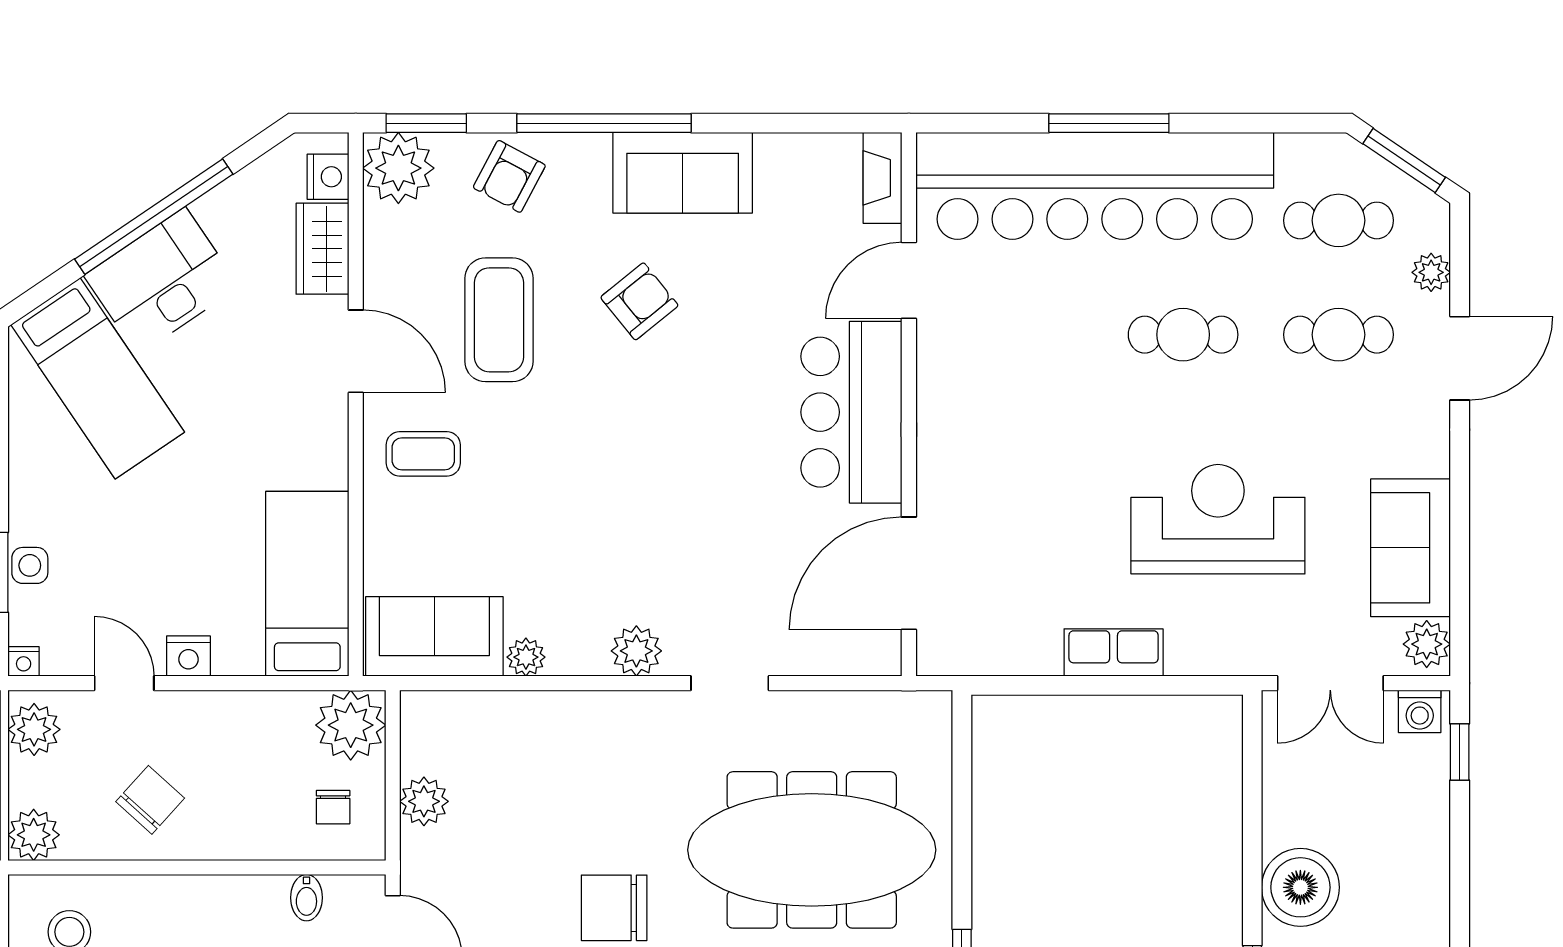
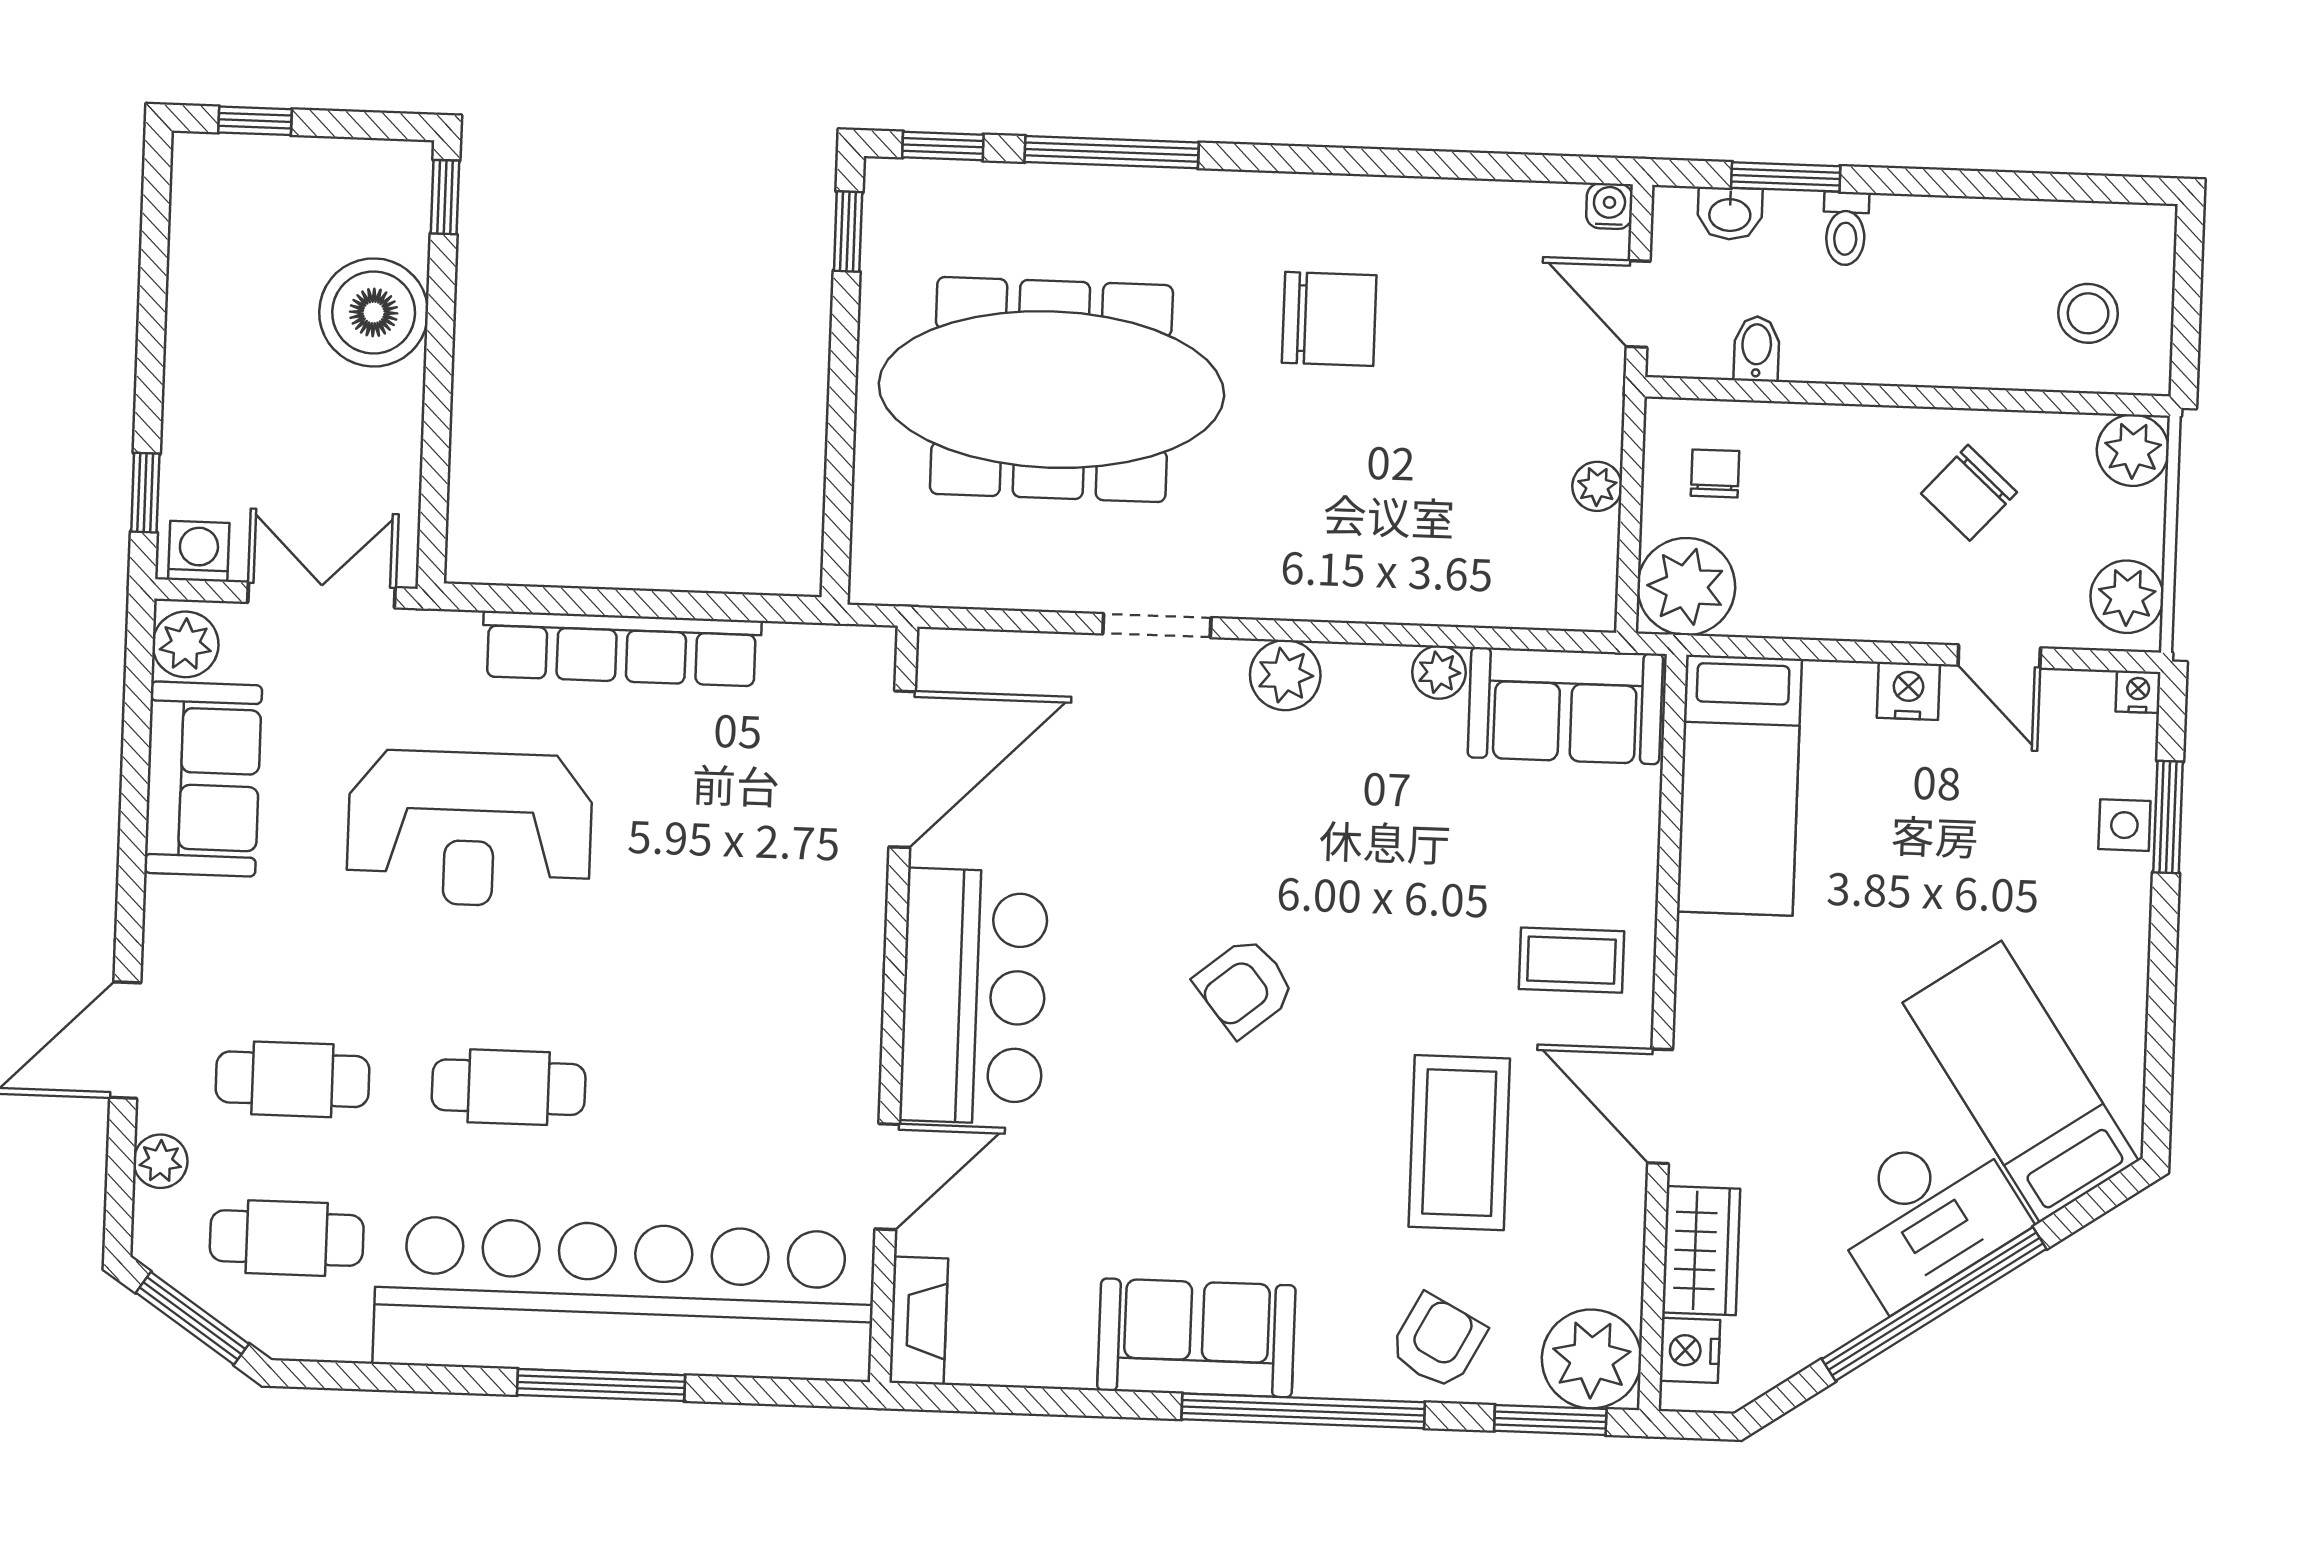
armchair: (639, 301) -> (1245, 987), moved
row of seats: (1114, 653) -> (622, 649), width x2.02
plant: (424, 801) -> (1597, 486), width x0.73, depth x0.73

